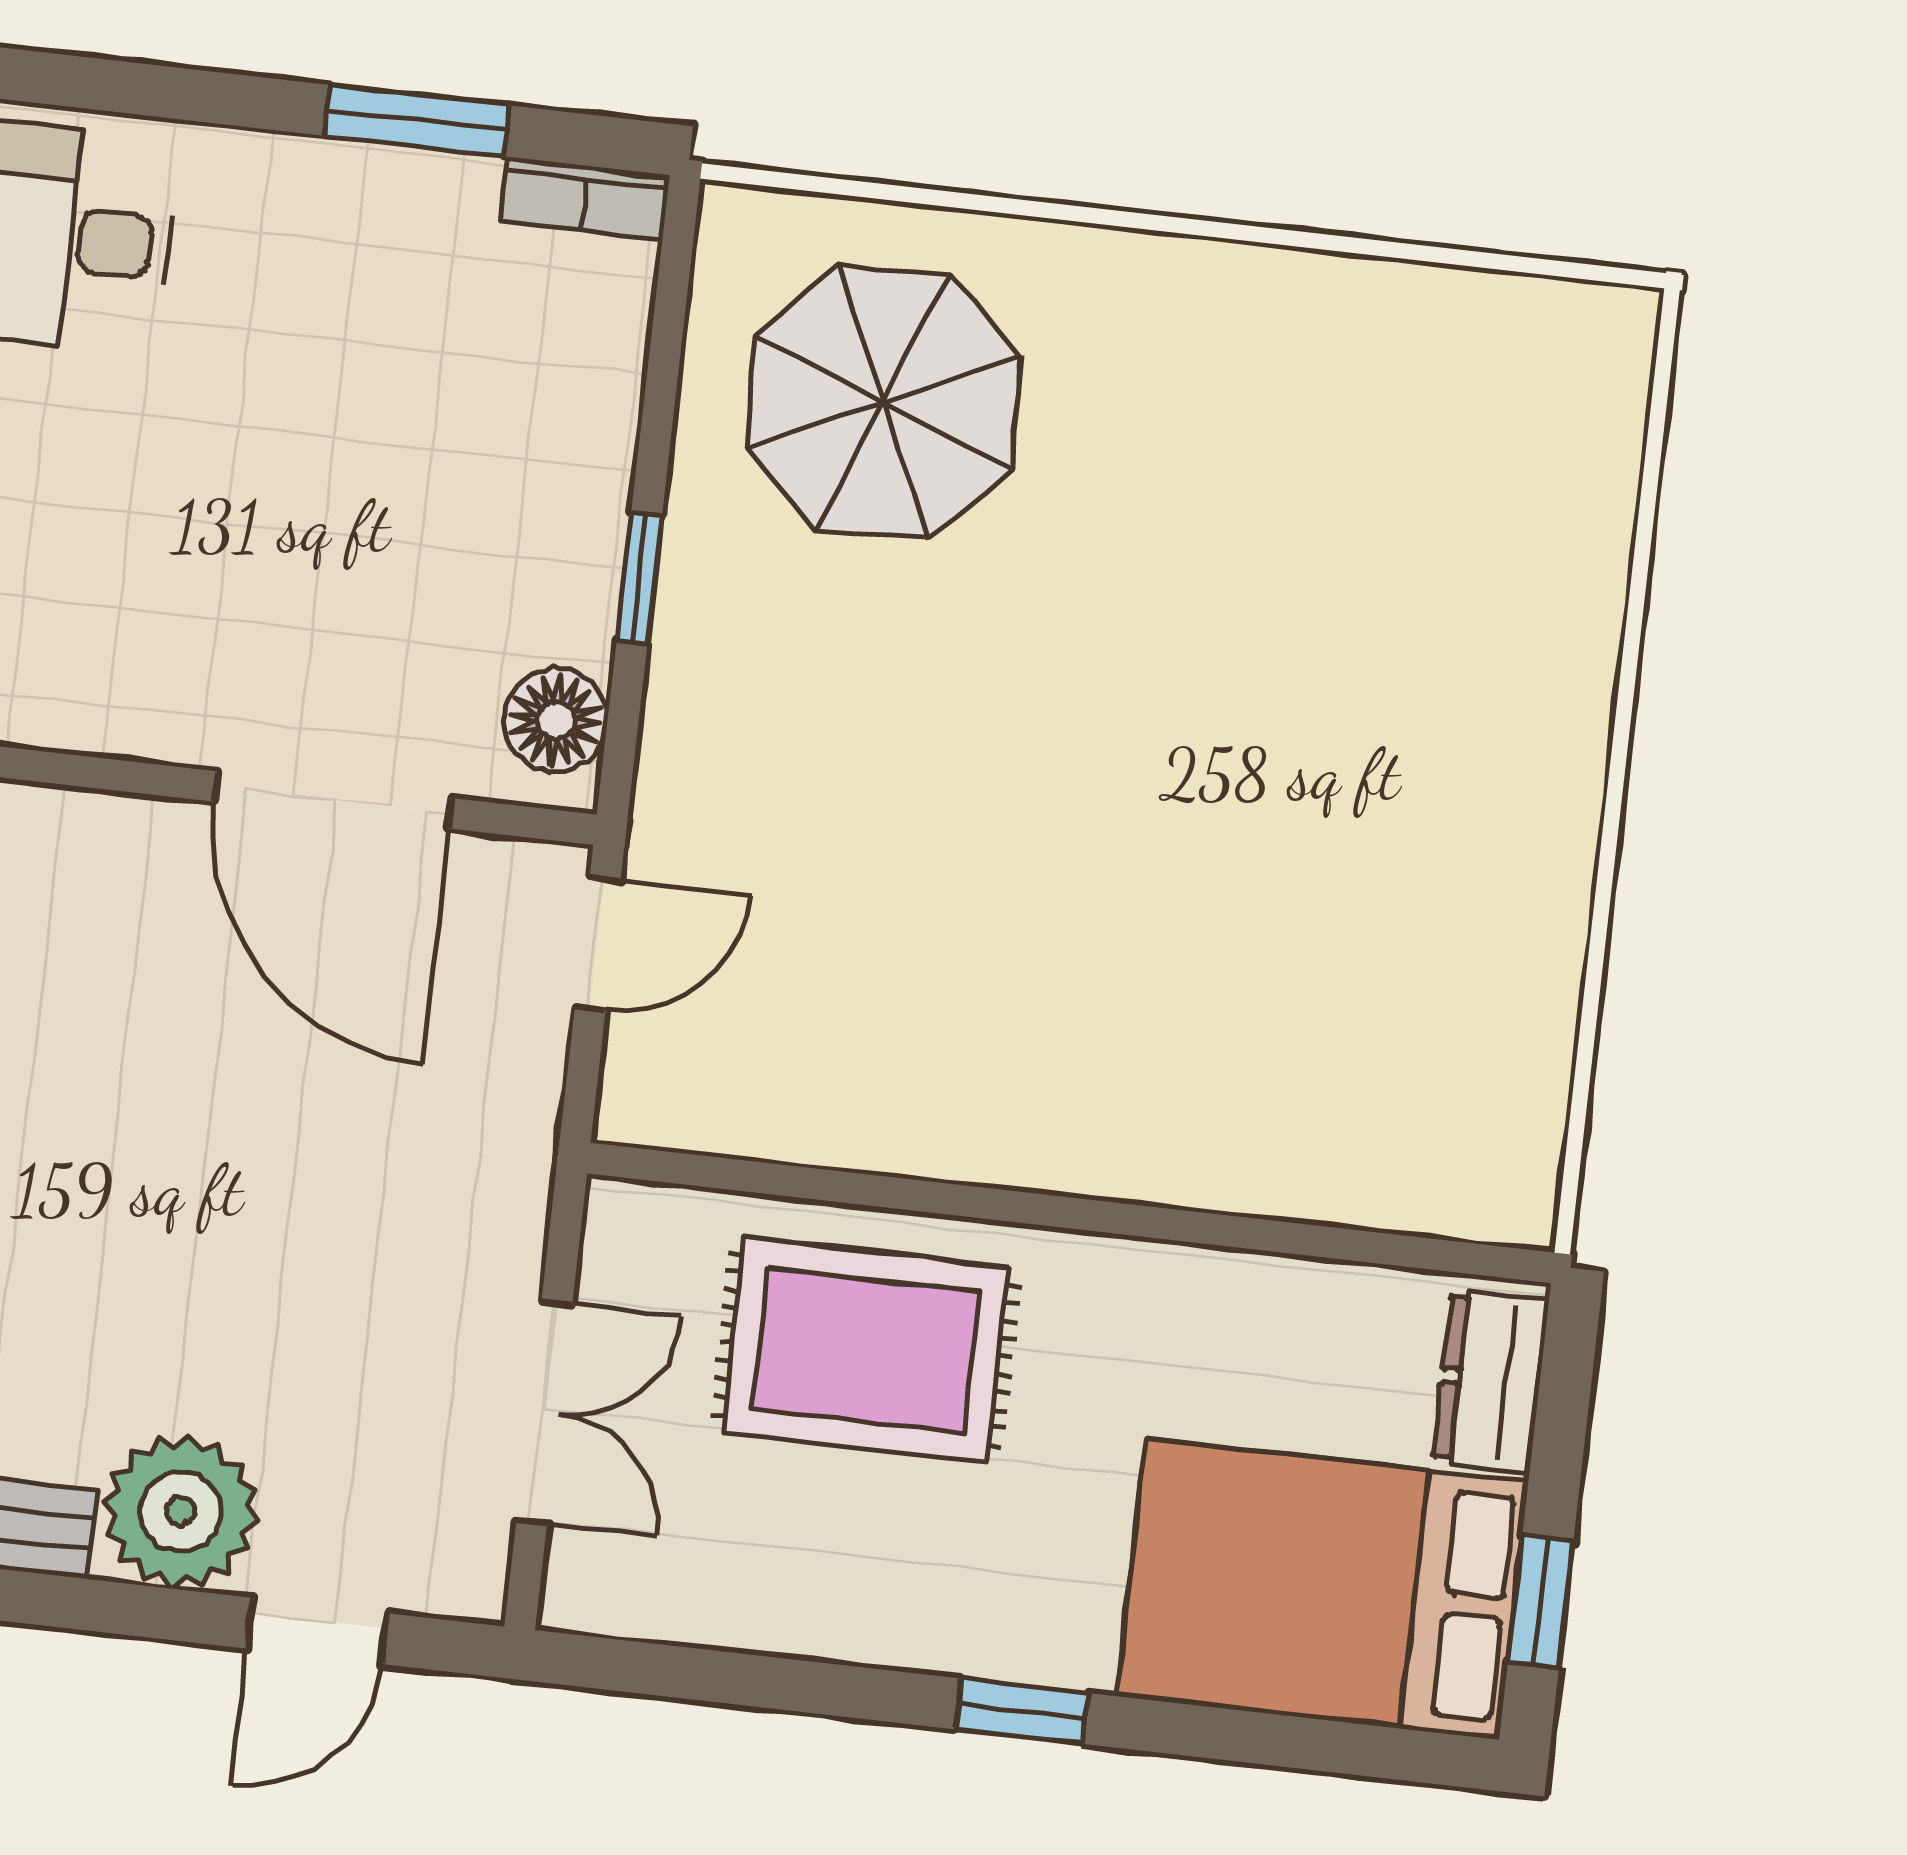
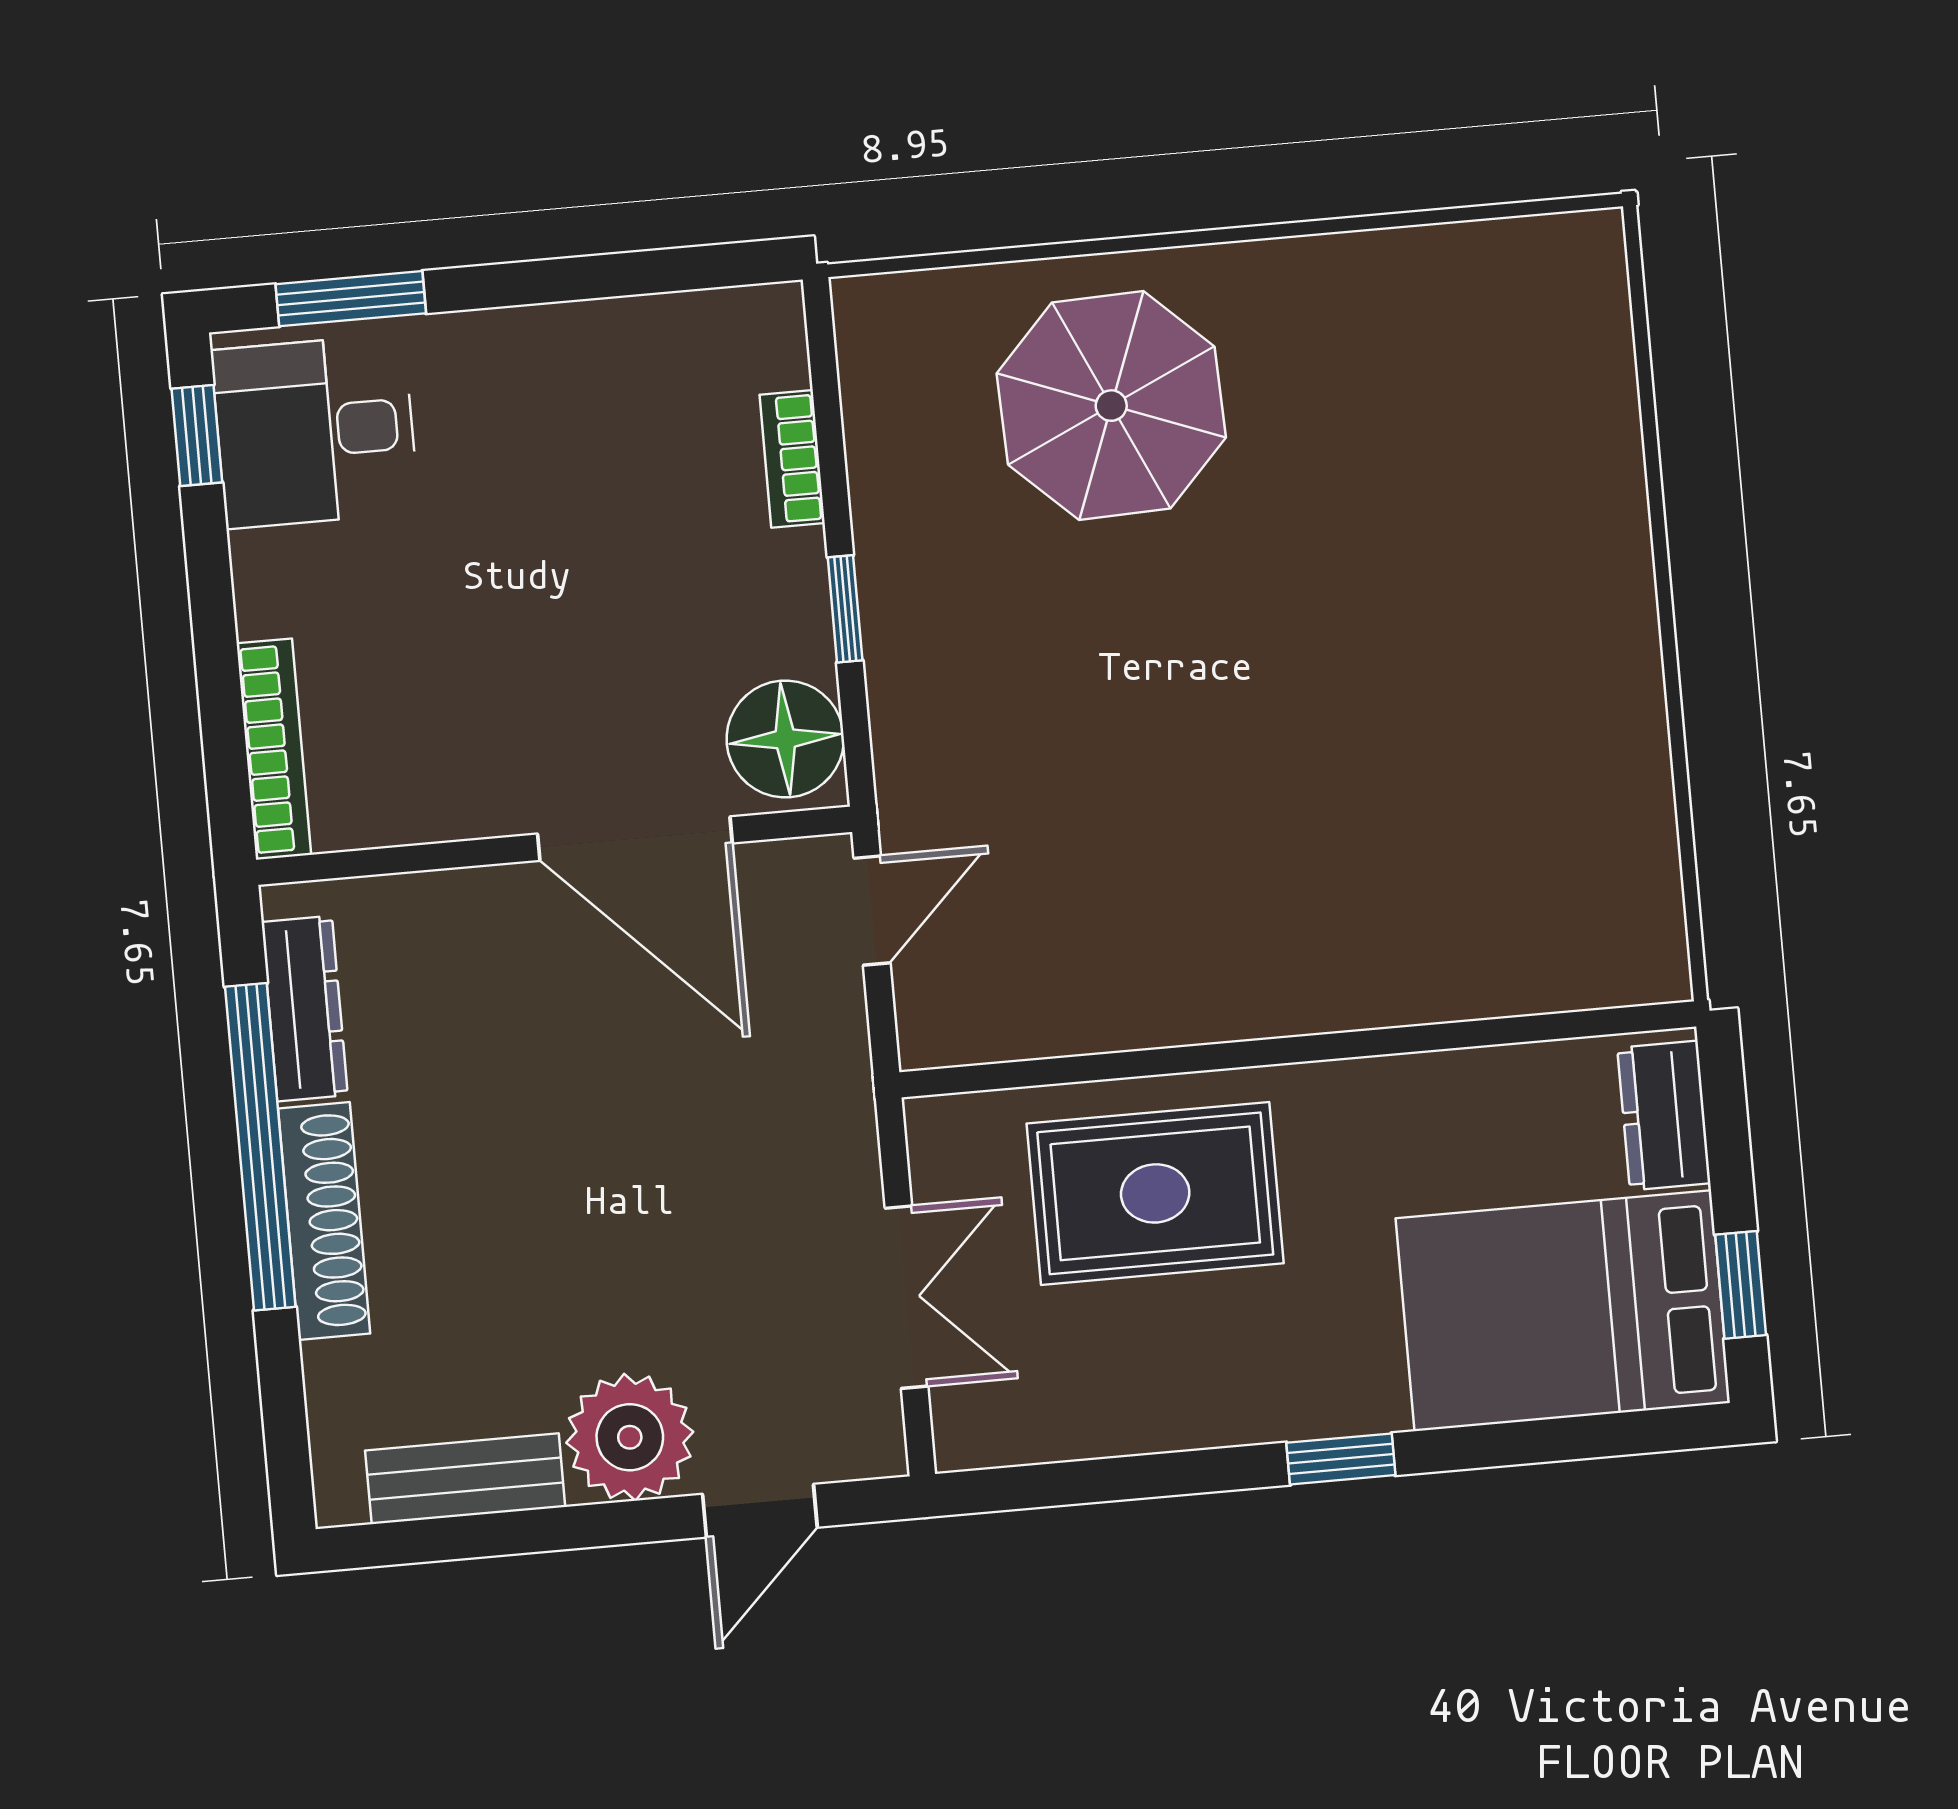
window: (417, 121) -> (351, 299), moved
bookcase: (585, 198) -> (792, 459), moved, turned 90
parasol: (883, 402) -> (1111, 406), moved
floor lamp: (556, 720) -> (785, 739), width x1.38, depth x1.38

